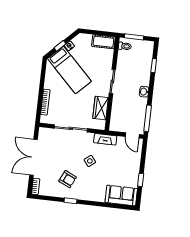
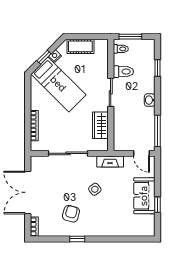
cot: (103, 42) -> (80, 46), moved
toilet: (125, 65) -> (123, 72), added
armchair: (68, 179) -> (71, 214), turned -100
sofa: (121, 195) -> (144, 196), moved, turned -90

